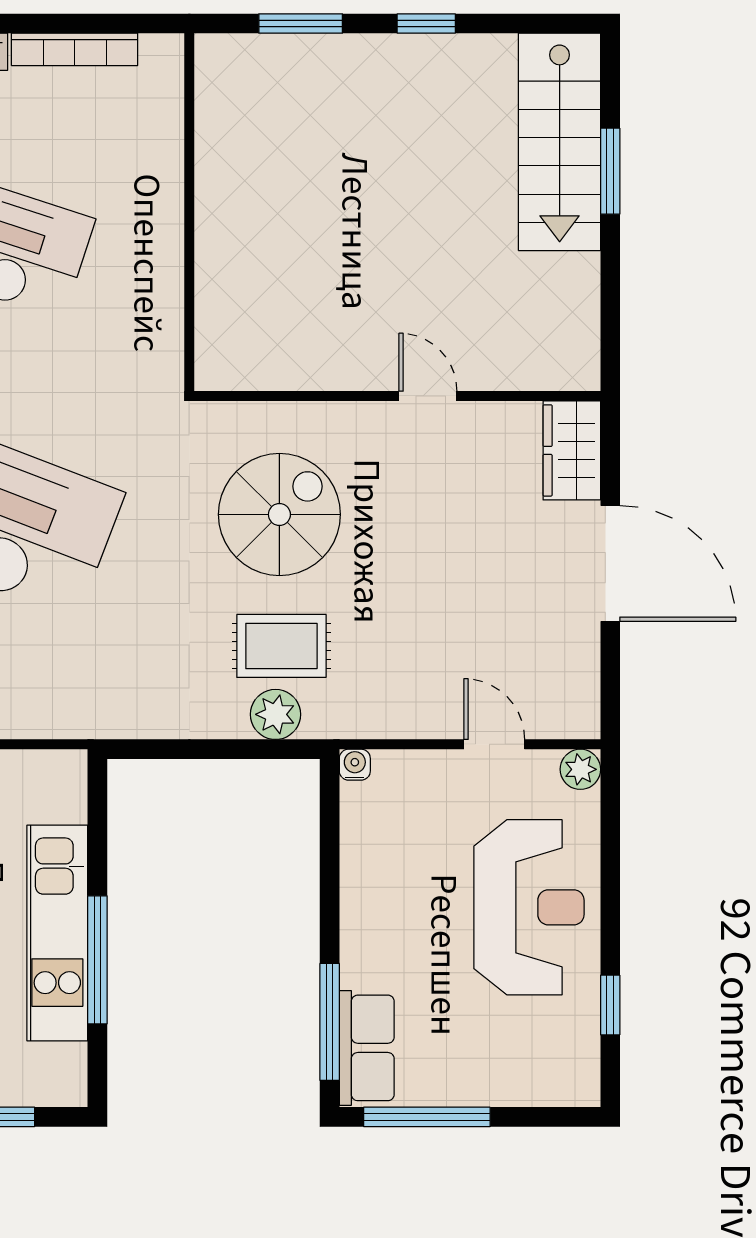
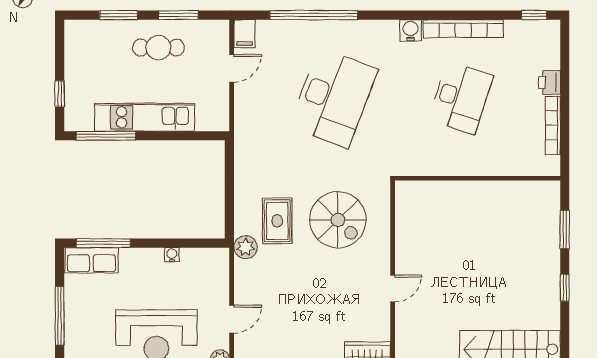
plant: (276, 714) -> (246, 247), moved
water cooler: (355, 765) -> (172, 255), moved, turned -90
window: (97, 960) -> (106, 136), moved
window: (427, 1117) -> (60, 316), moved

